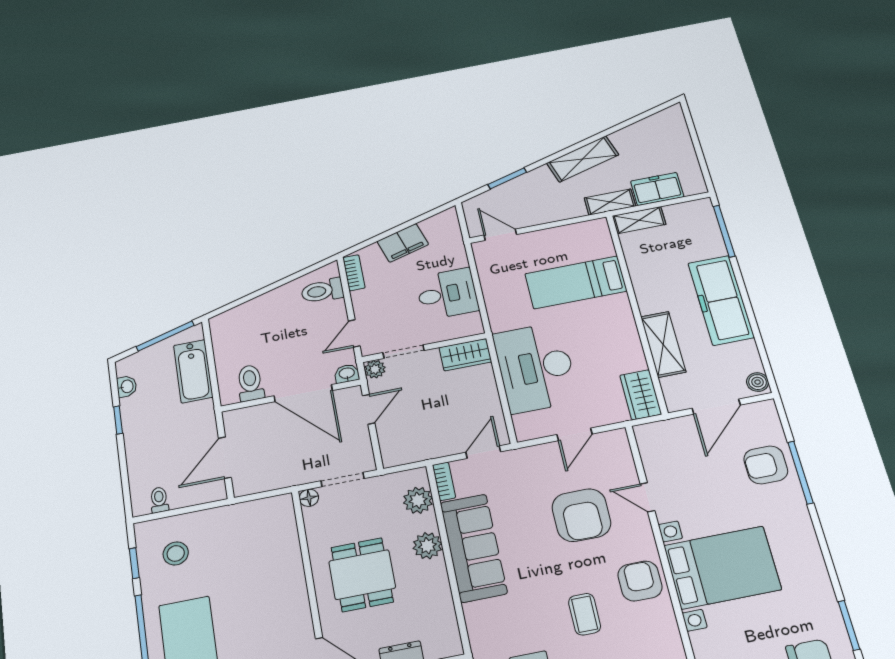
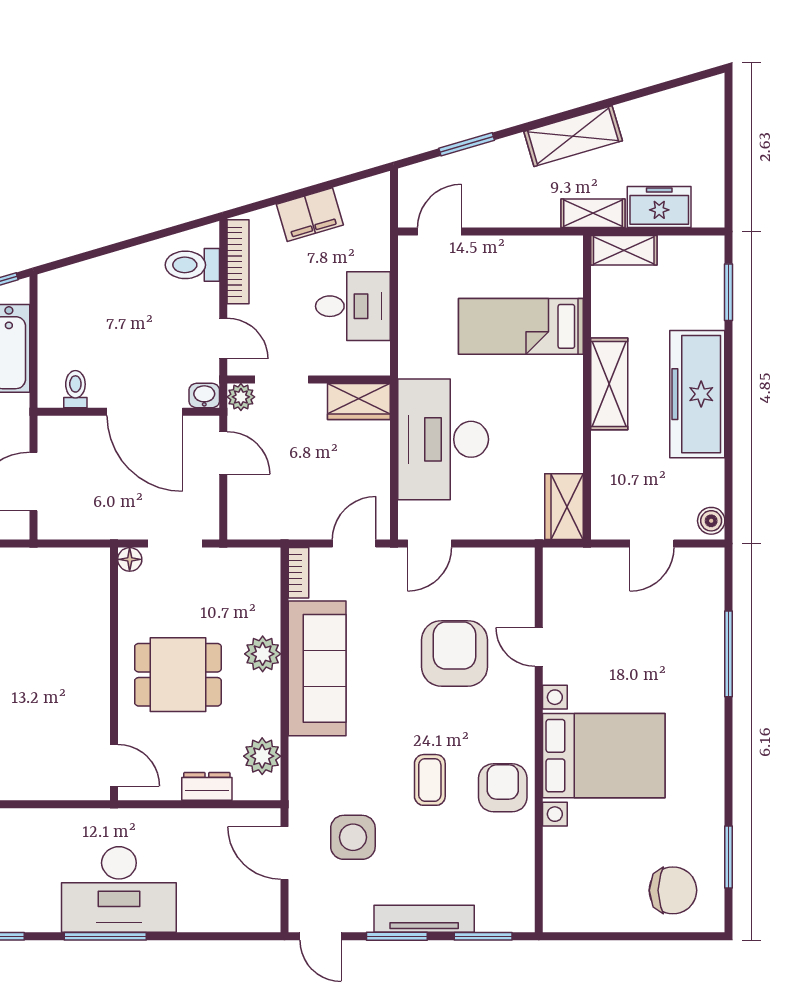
window: (724, 231) -> (729, 292), width x0.69
door: (500, 235) -> (439, 231), hinge flipped
bookcase: (354, 273) -> (238, 262), width x1.56
door: (354, 333) -> (223, 339), swing flipped
shelving: (663, 344) -> (609, 384), moved
toilet: (250, 383) -> (75, 389), width x0.73, depth x0.72
door: (716, 407) -> (652, 544), width x0.73
door: (369, 409) -> (223, 453), hinge flipped
door: (575, 434) -> (430, 544), moved
armchair: (766, 465) -> (690, 635), removed
plant: (418, 500) -> (262, 756), moved
armchair: (581, 515) -> (455, 653), turned 180
dining table: (362, 575) -> (178, 675), turned 90
armchair: (640, 581) -> (503, 788), moved

